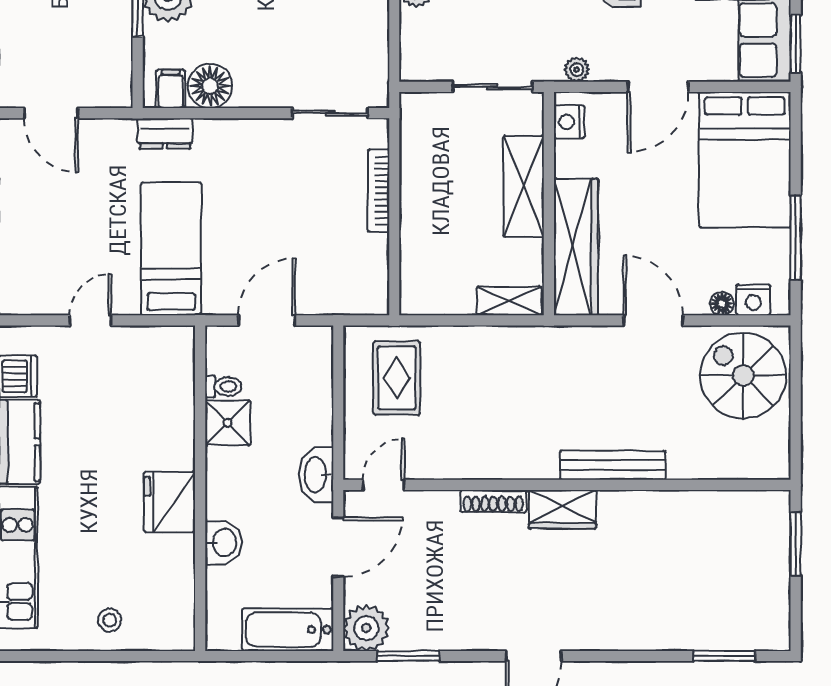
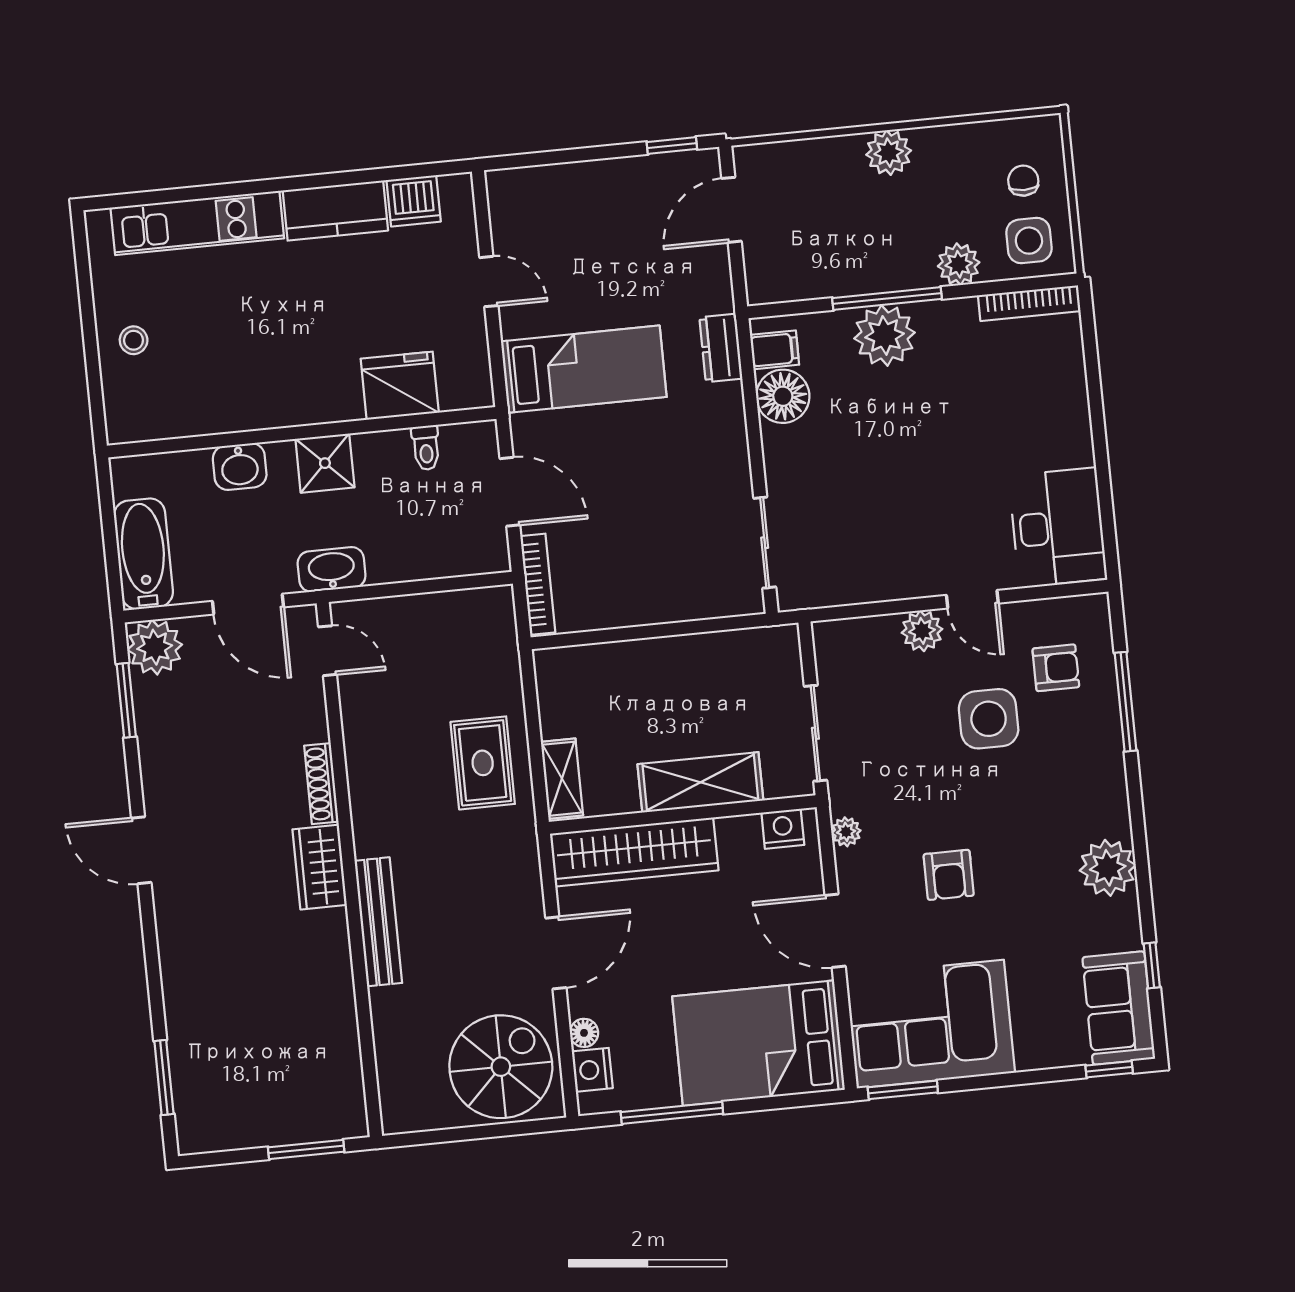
bookcase: (379, 191) -> (538, 584), moved, turned 90
rug: (397, 378) -> (483, 763), moved, turned 90
shower: (228, 423) -> (325, 463), moved
fridge: (170, 502) -> (400, 386), moved

